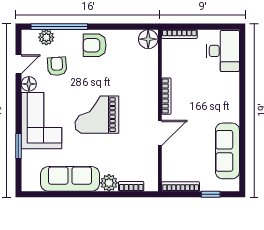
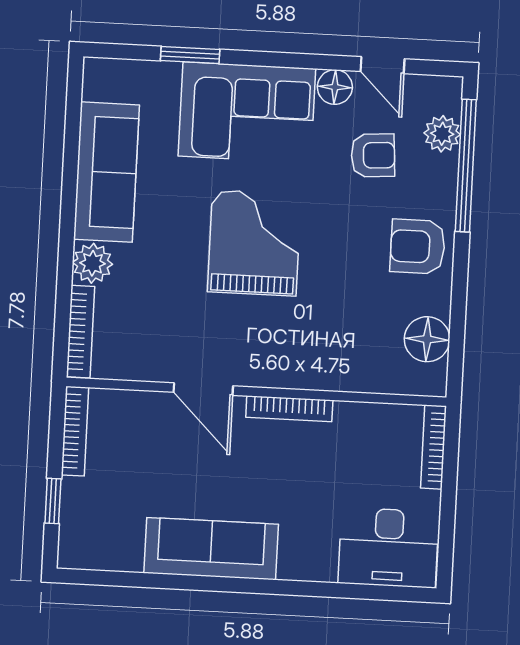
floor lamp: (148, 39) -> (427, 339), moved
armchair: (95, 45) -> (418, 247), turned -90
sofa: (227, 151) -> (211, 549), moved
bookcase: (131, 186) -> (81, 332), width x1.56

